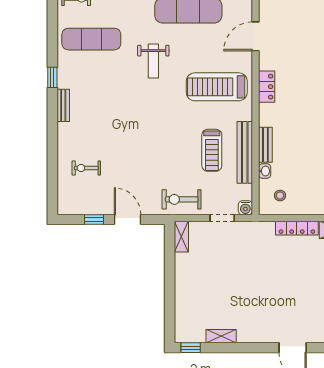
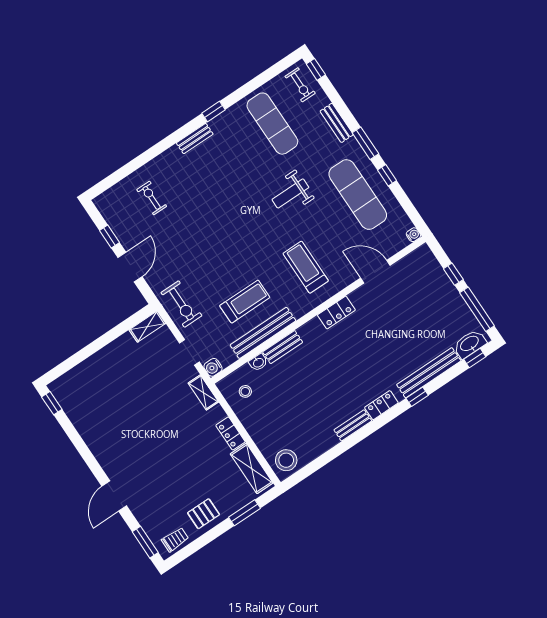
treadmill: (217, 87) -> (306, 267), width x0.73, depth x0.73
treadmill: (212, 150) -> (245, 302), turned 180
exercise bike: (182, 199) -> (181, 304), turned 180
locker: (297, 228) -> (230, 433), width x0.66
shelving: (221, 336) -> (203, 392), moved

